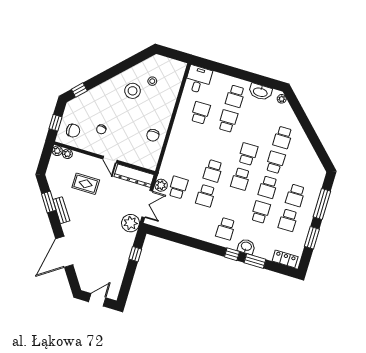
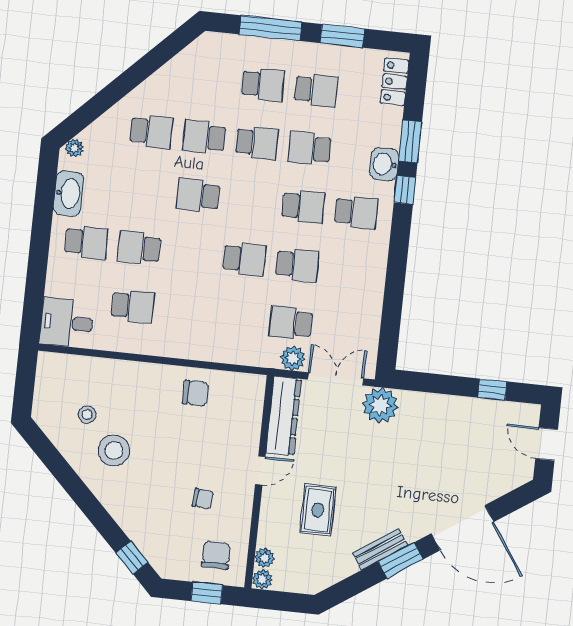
school desk: (200, 113) -> (133, 306), turned 180
school desk: (240, 179) -> (303, 207), moved
window: (49, 202) -> (401, 560), moved
window: (135, 254) -> (492, 390), moved

